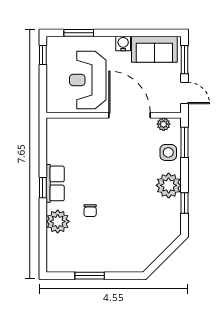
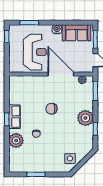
reception desk: (88, 80) -> (35, 52), turned 180
side table: (168, 152) -> (70, 159), moved
chair: (114, 171) -> (51, 109), added

